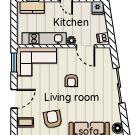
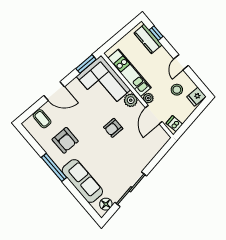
stool: (82, 17) -> (177, 90), added
plant: (63, 53) -> (131, 100), added
sliding door: (119, 86) -> (131, 189), moved
armchair: (53, 119) -> (65, 140), turned 99

